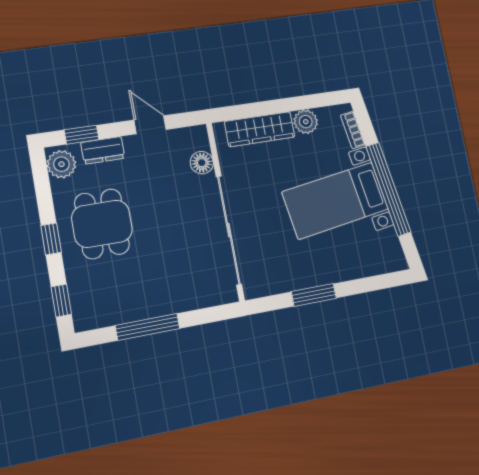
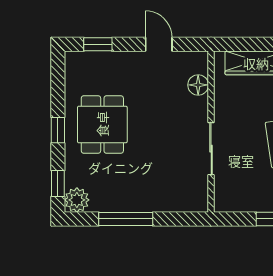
dresser: (103, 150) -> (114, 61), removed
plant: (61, 164) -> (77, 200), moved
sliding door: (229, 230) -> (211, 149), width x0.54

